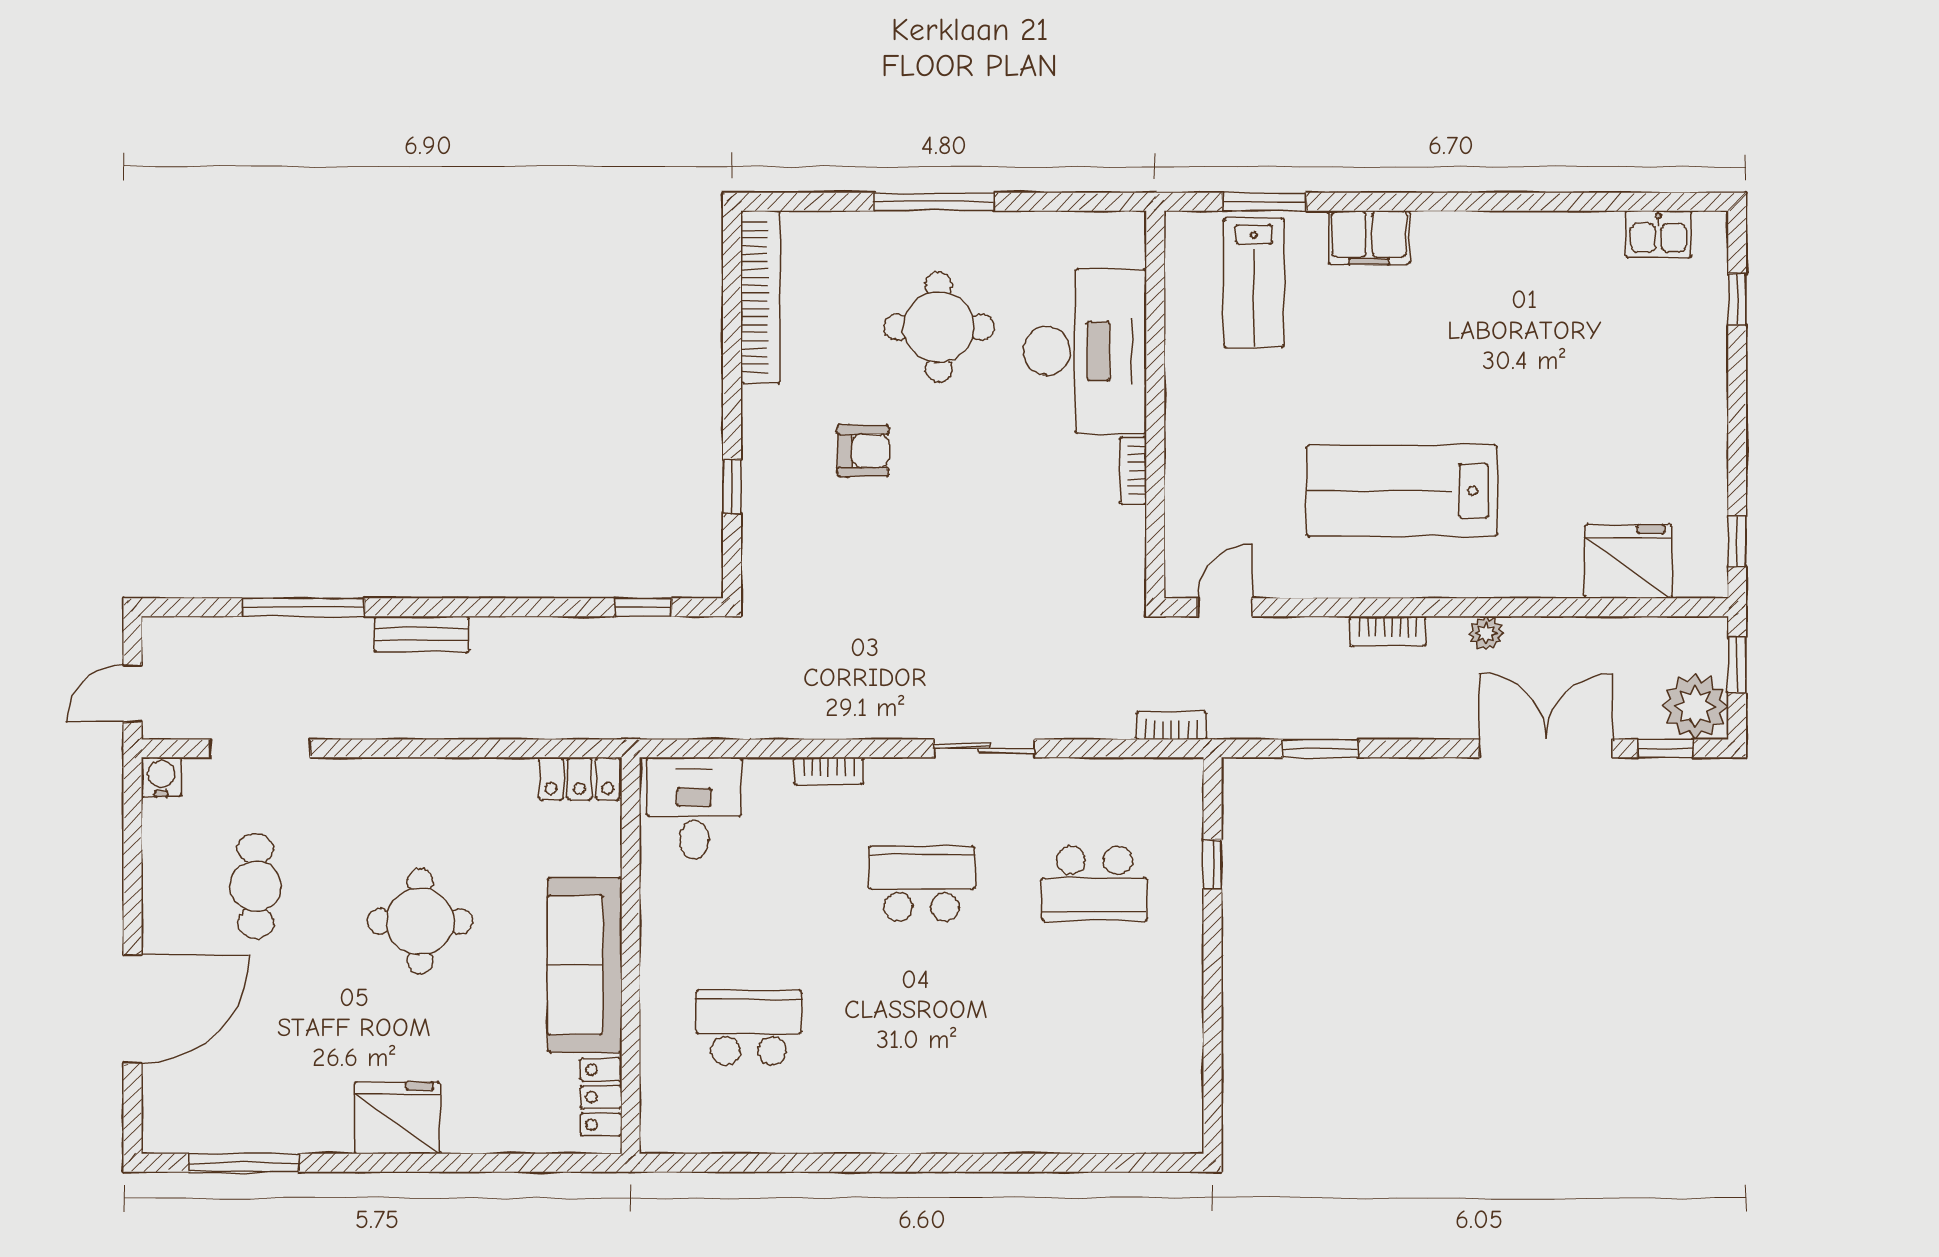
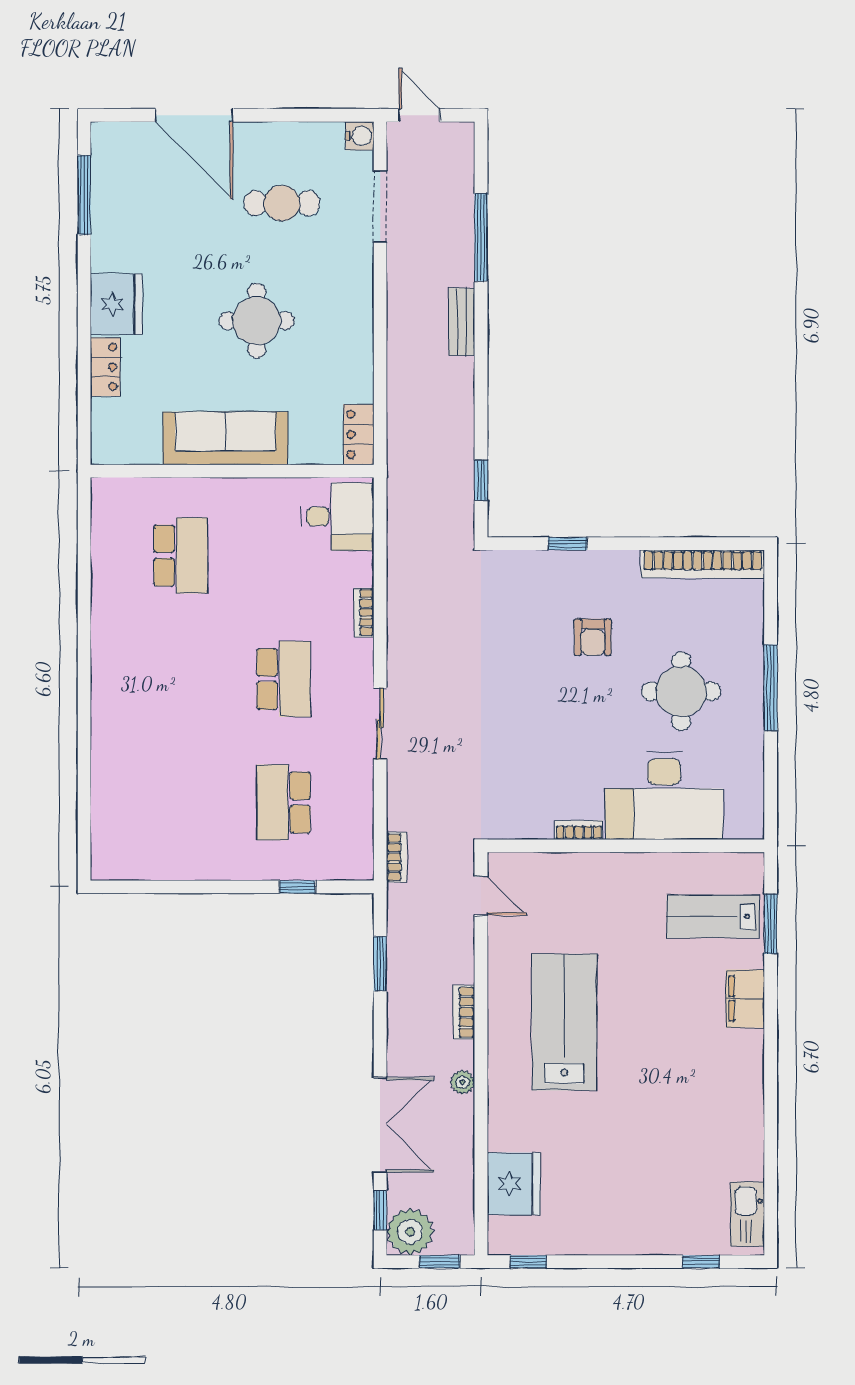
kitchen sink: (1658, 234) -> (747, 1214), width x1.38
locker: (601, 1097) -> (105, 367), moved, turned 90

